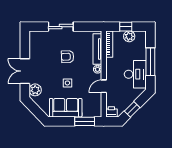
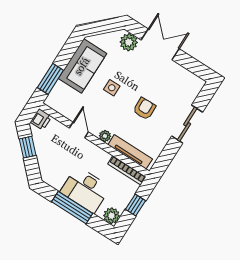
plant: (129, 36) -> (111, 216), moved
desk: (135, 74) -> (85, 190), moved

